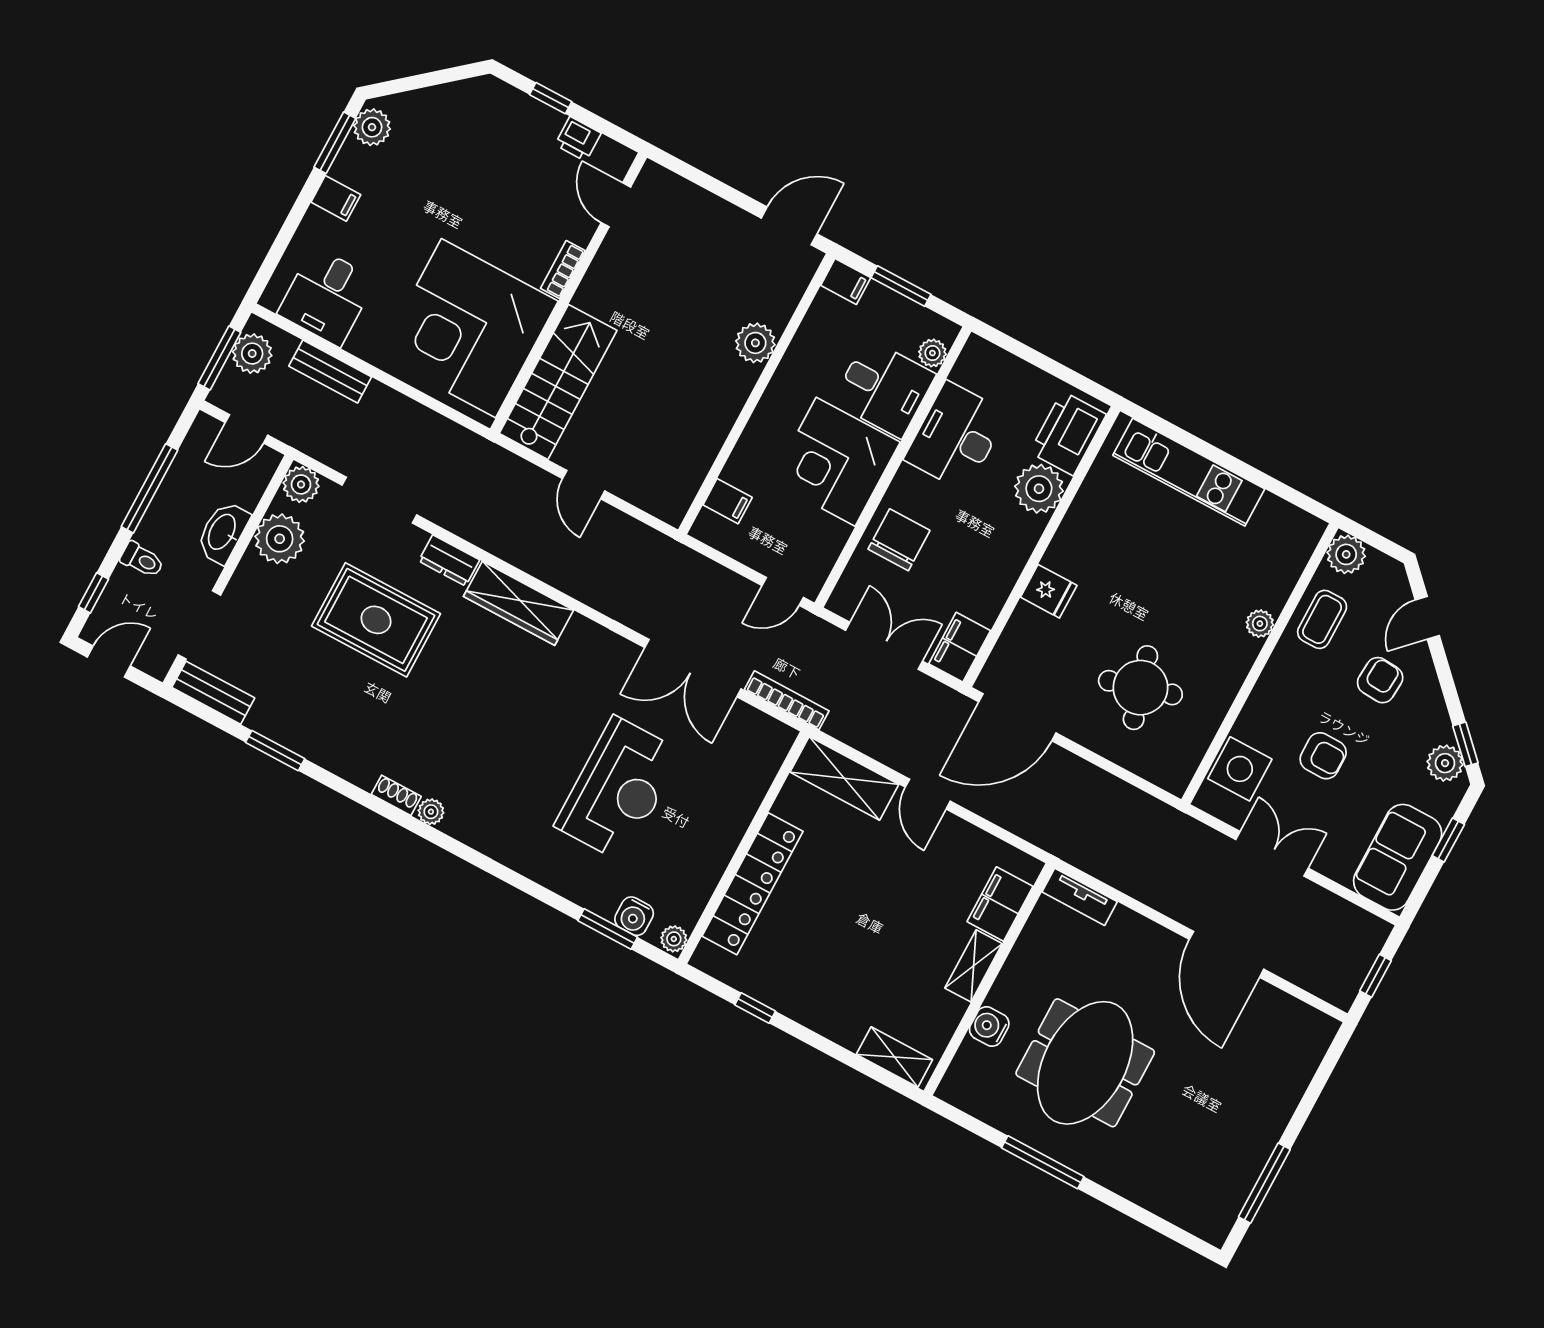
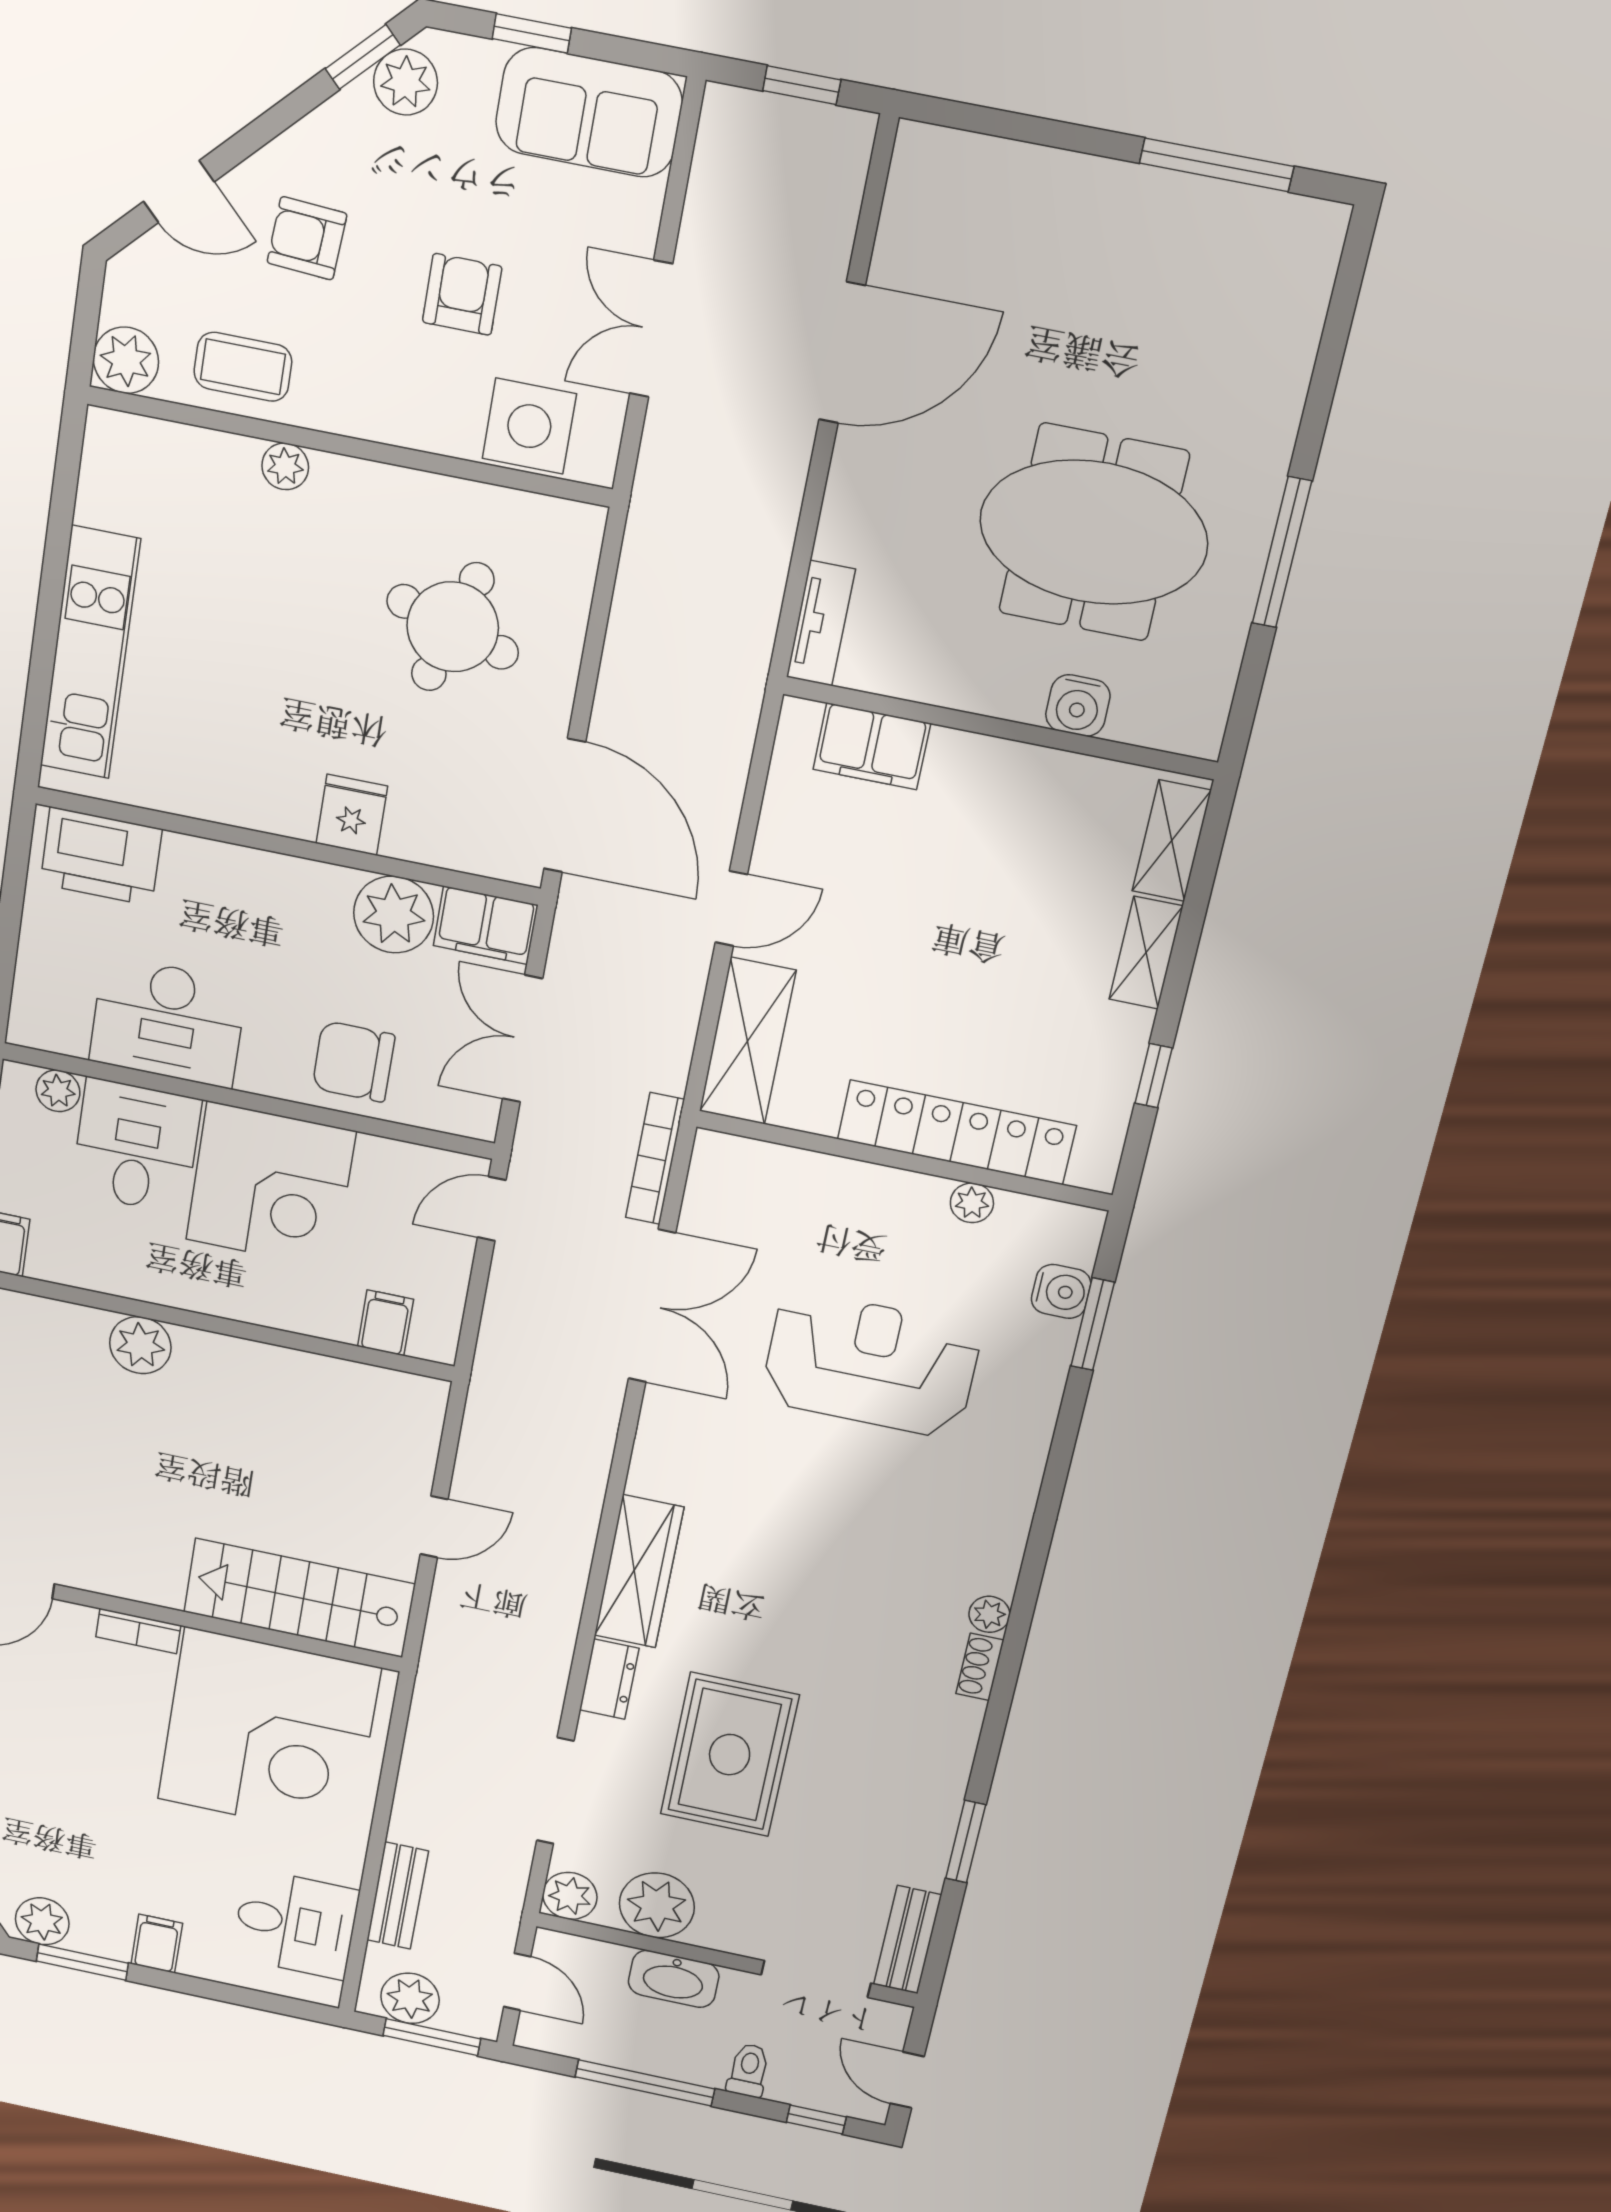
plant: (1039, 489) -> (394, 915), moved
door: (783, 591) -> (492, 1209), swing flipped
round table: (1140, 688) -> (453, 627), turned 33
plant: (674, 939) -> (972, 1203), moved
shelving: (974, 966) -> (1146, 953), moved, turned 90

